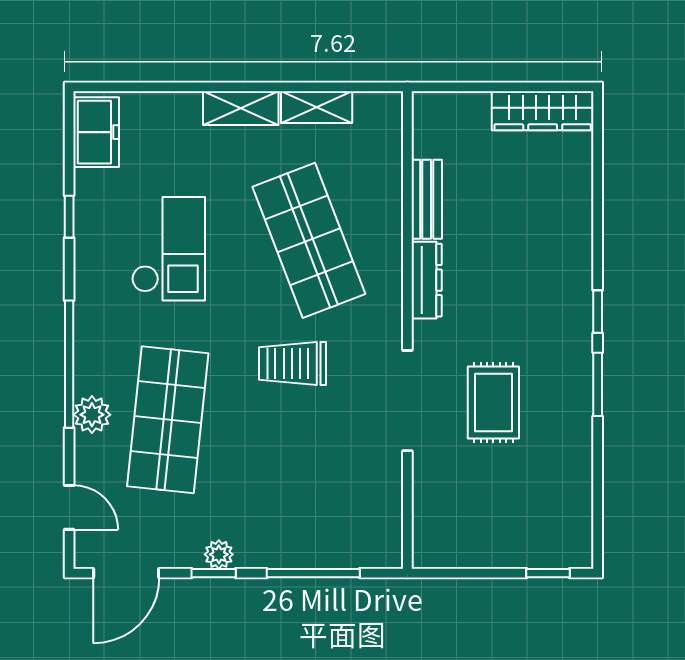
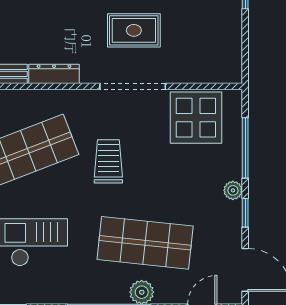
trolley: (292, 363) -> (108, 161), turned 180
display table: (360, 498) -> (196, 118), added
plant: (219, 554) -> (233, 190), moved

